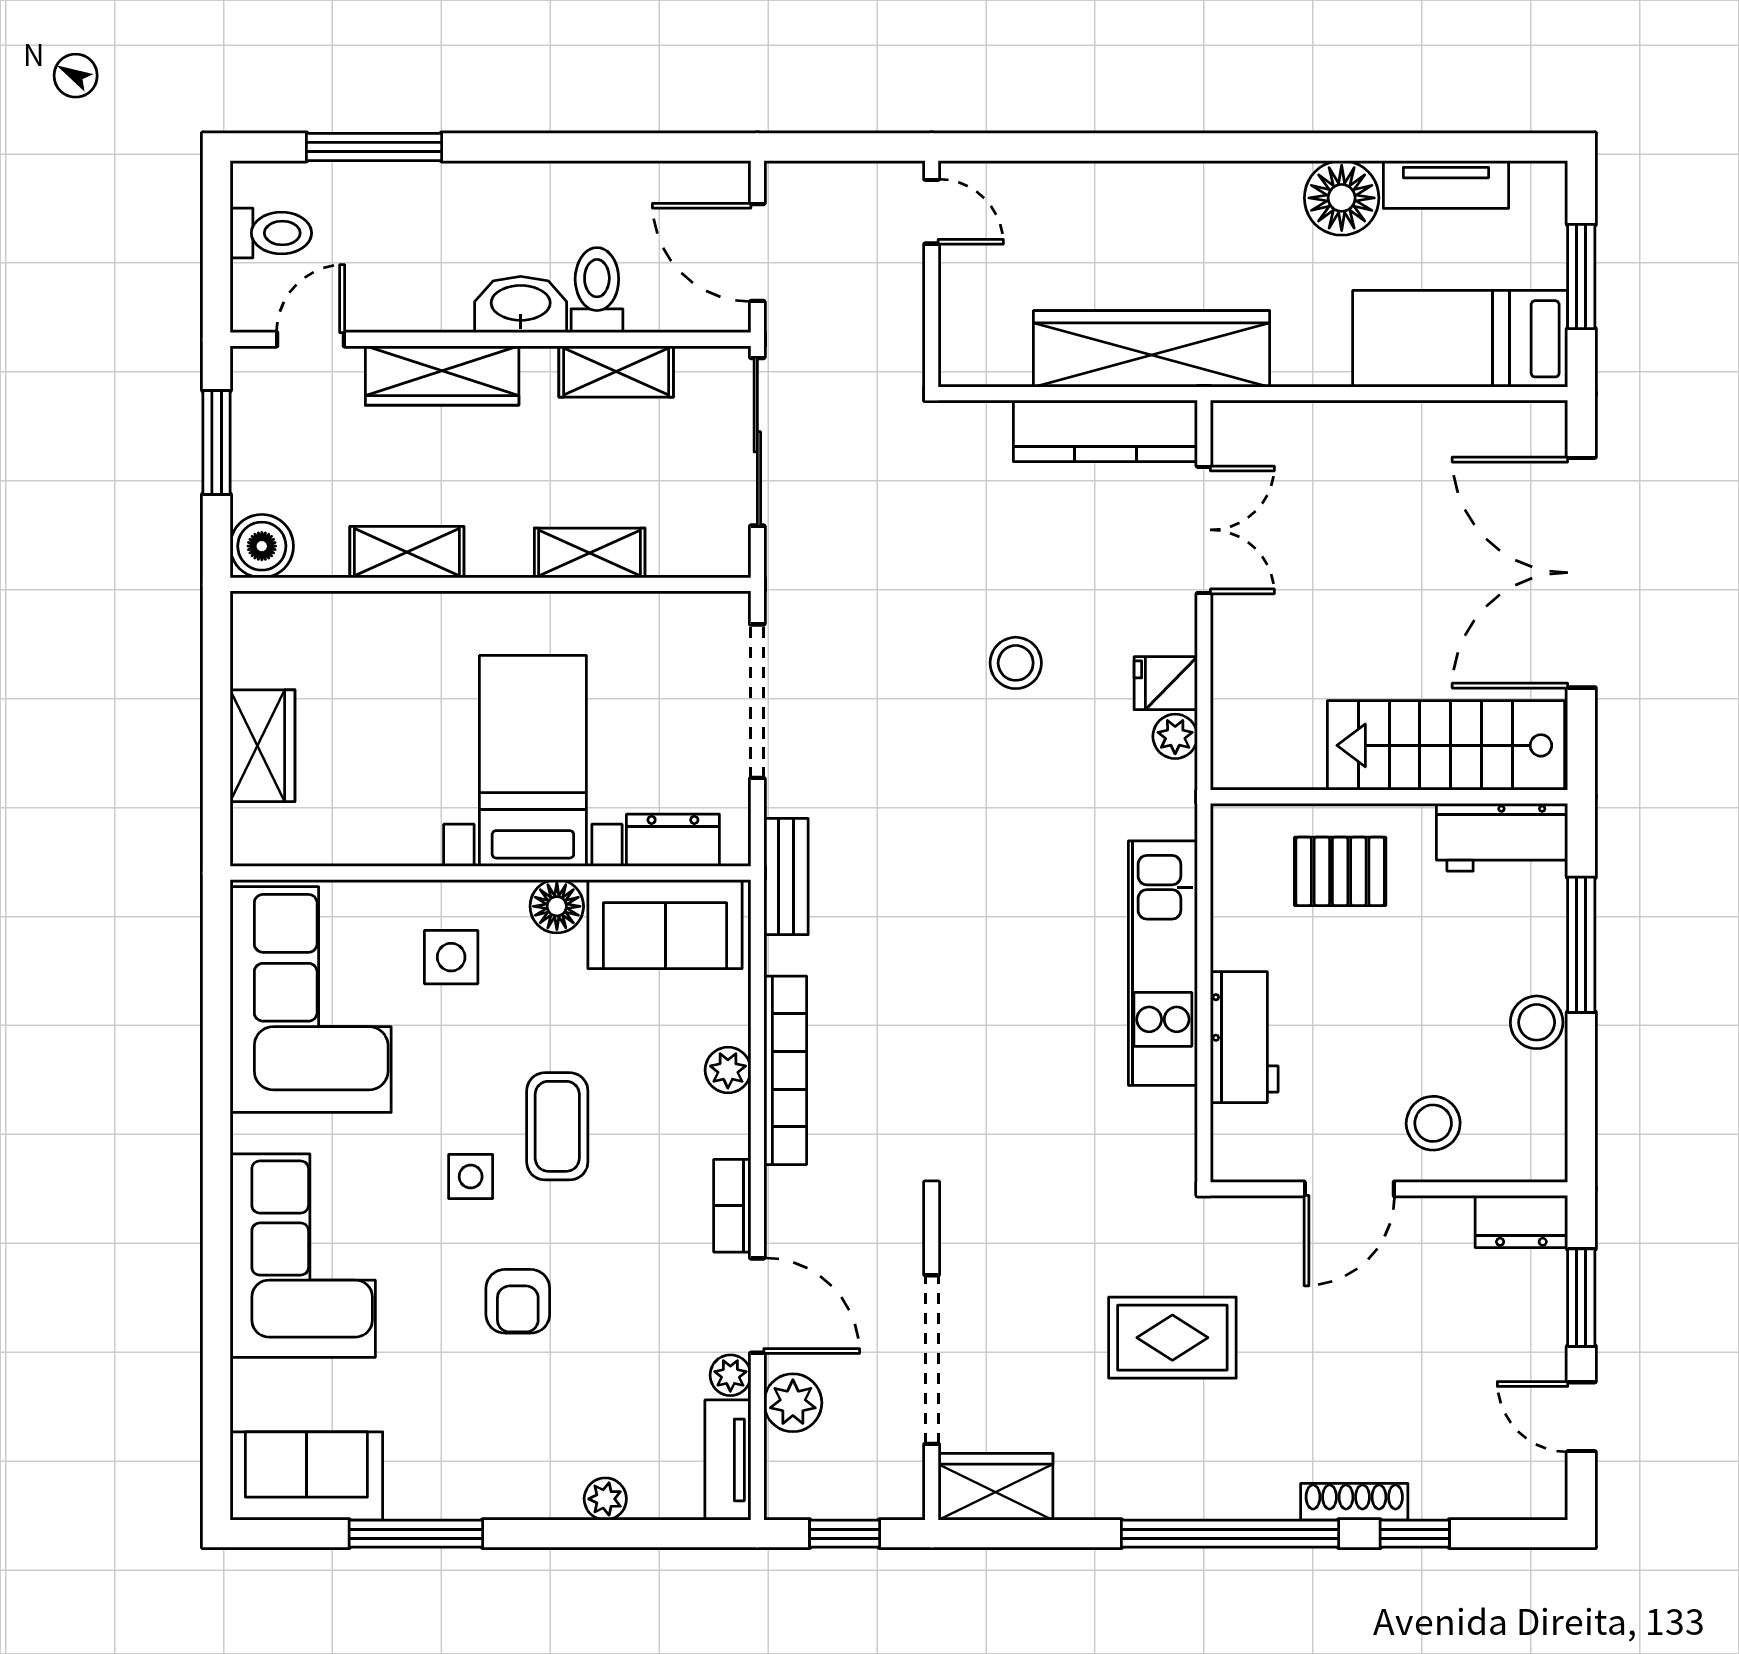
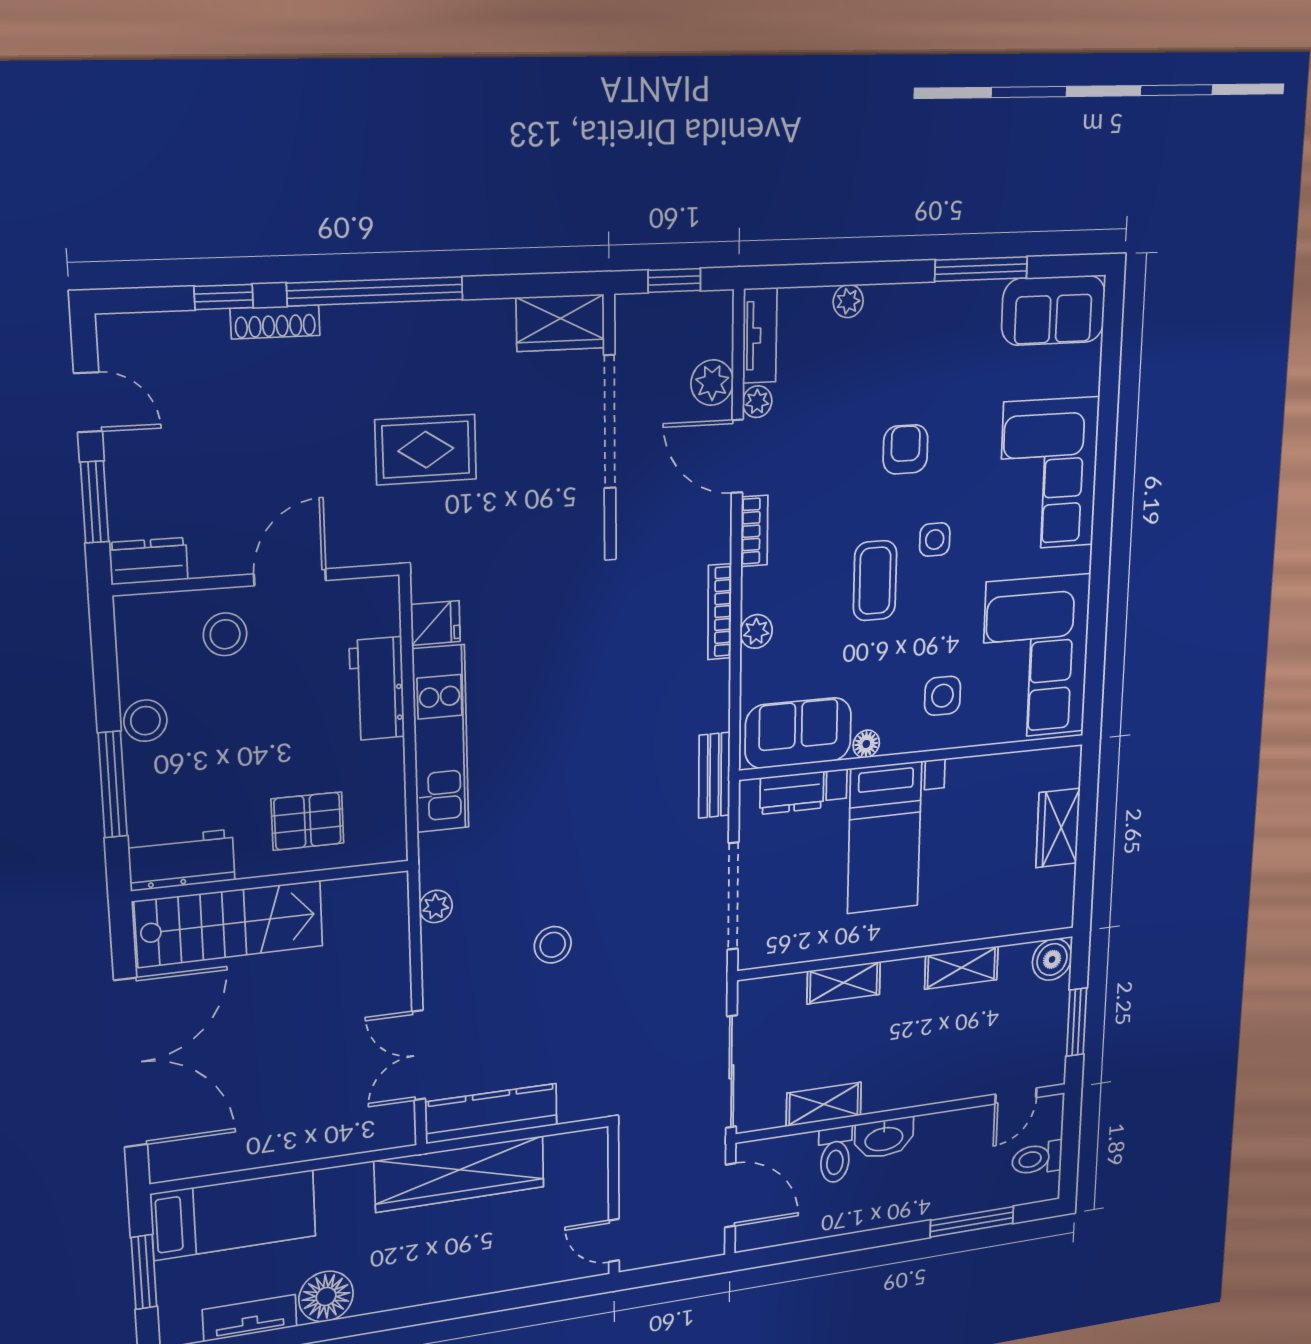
wardrobe: (442, 375) -> (935, 1085), removed
fridge: (1166, 683) -> (436, 623), moved
floor lamp: (557, 906) -> (866, 744), width x0.73, depth x0.73
bookcase: (785, 1070) -> (720, 612), width x0.68, depth x0.76

